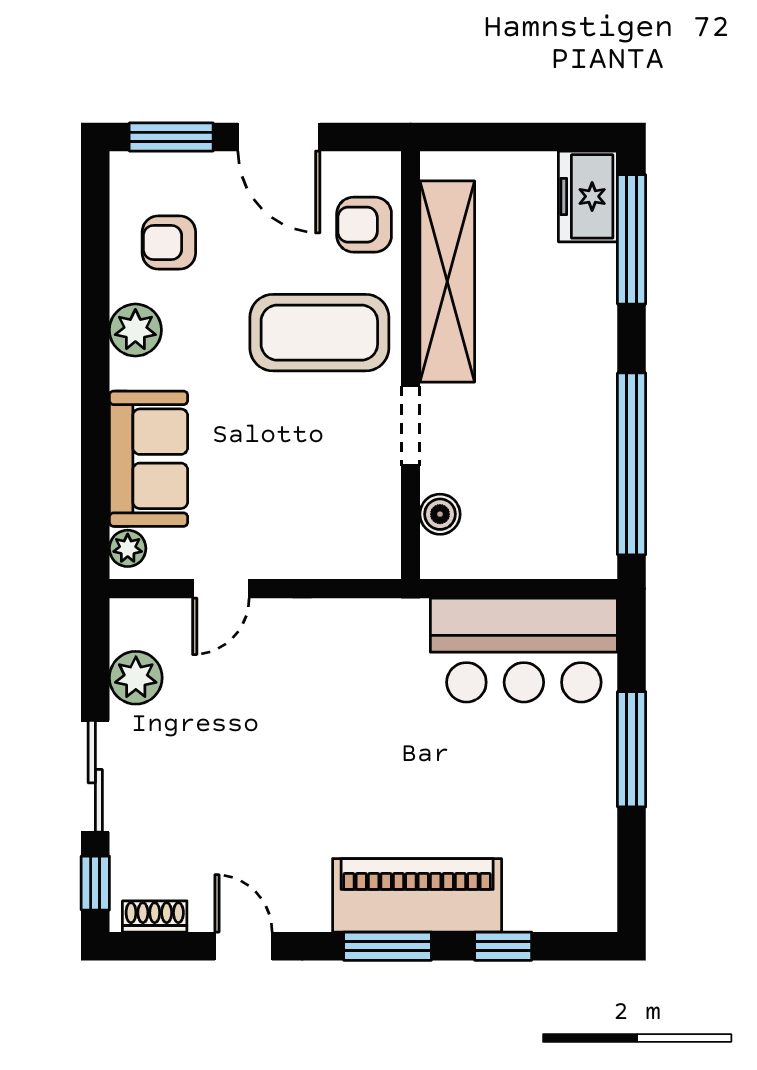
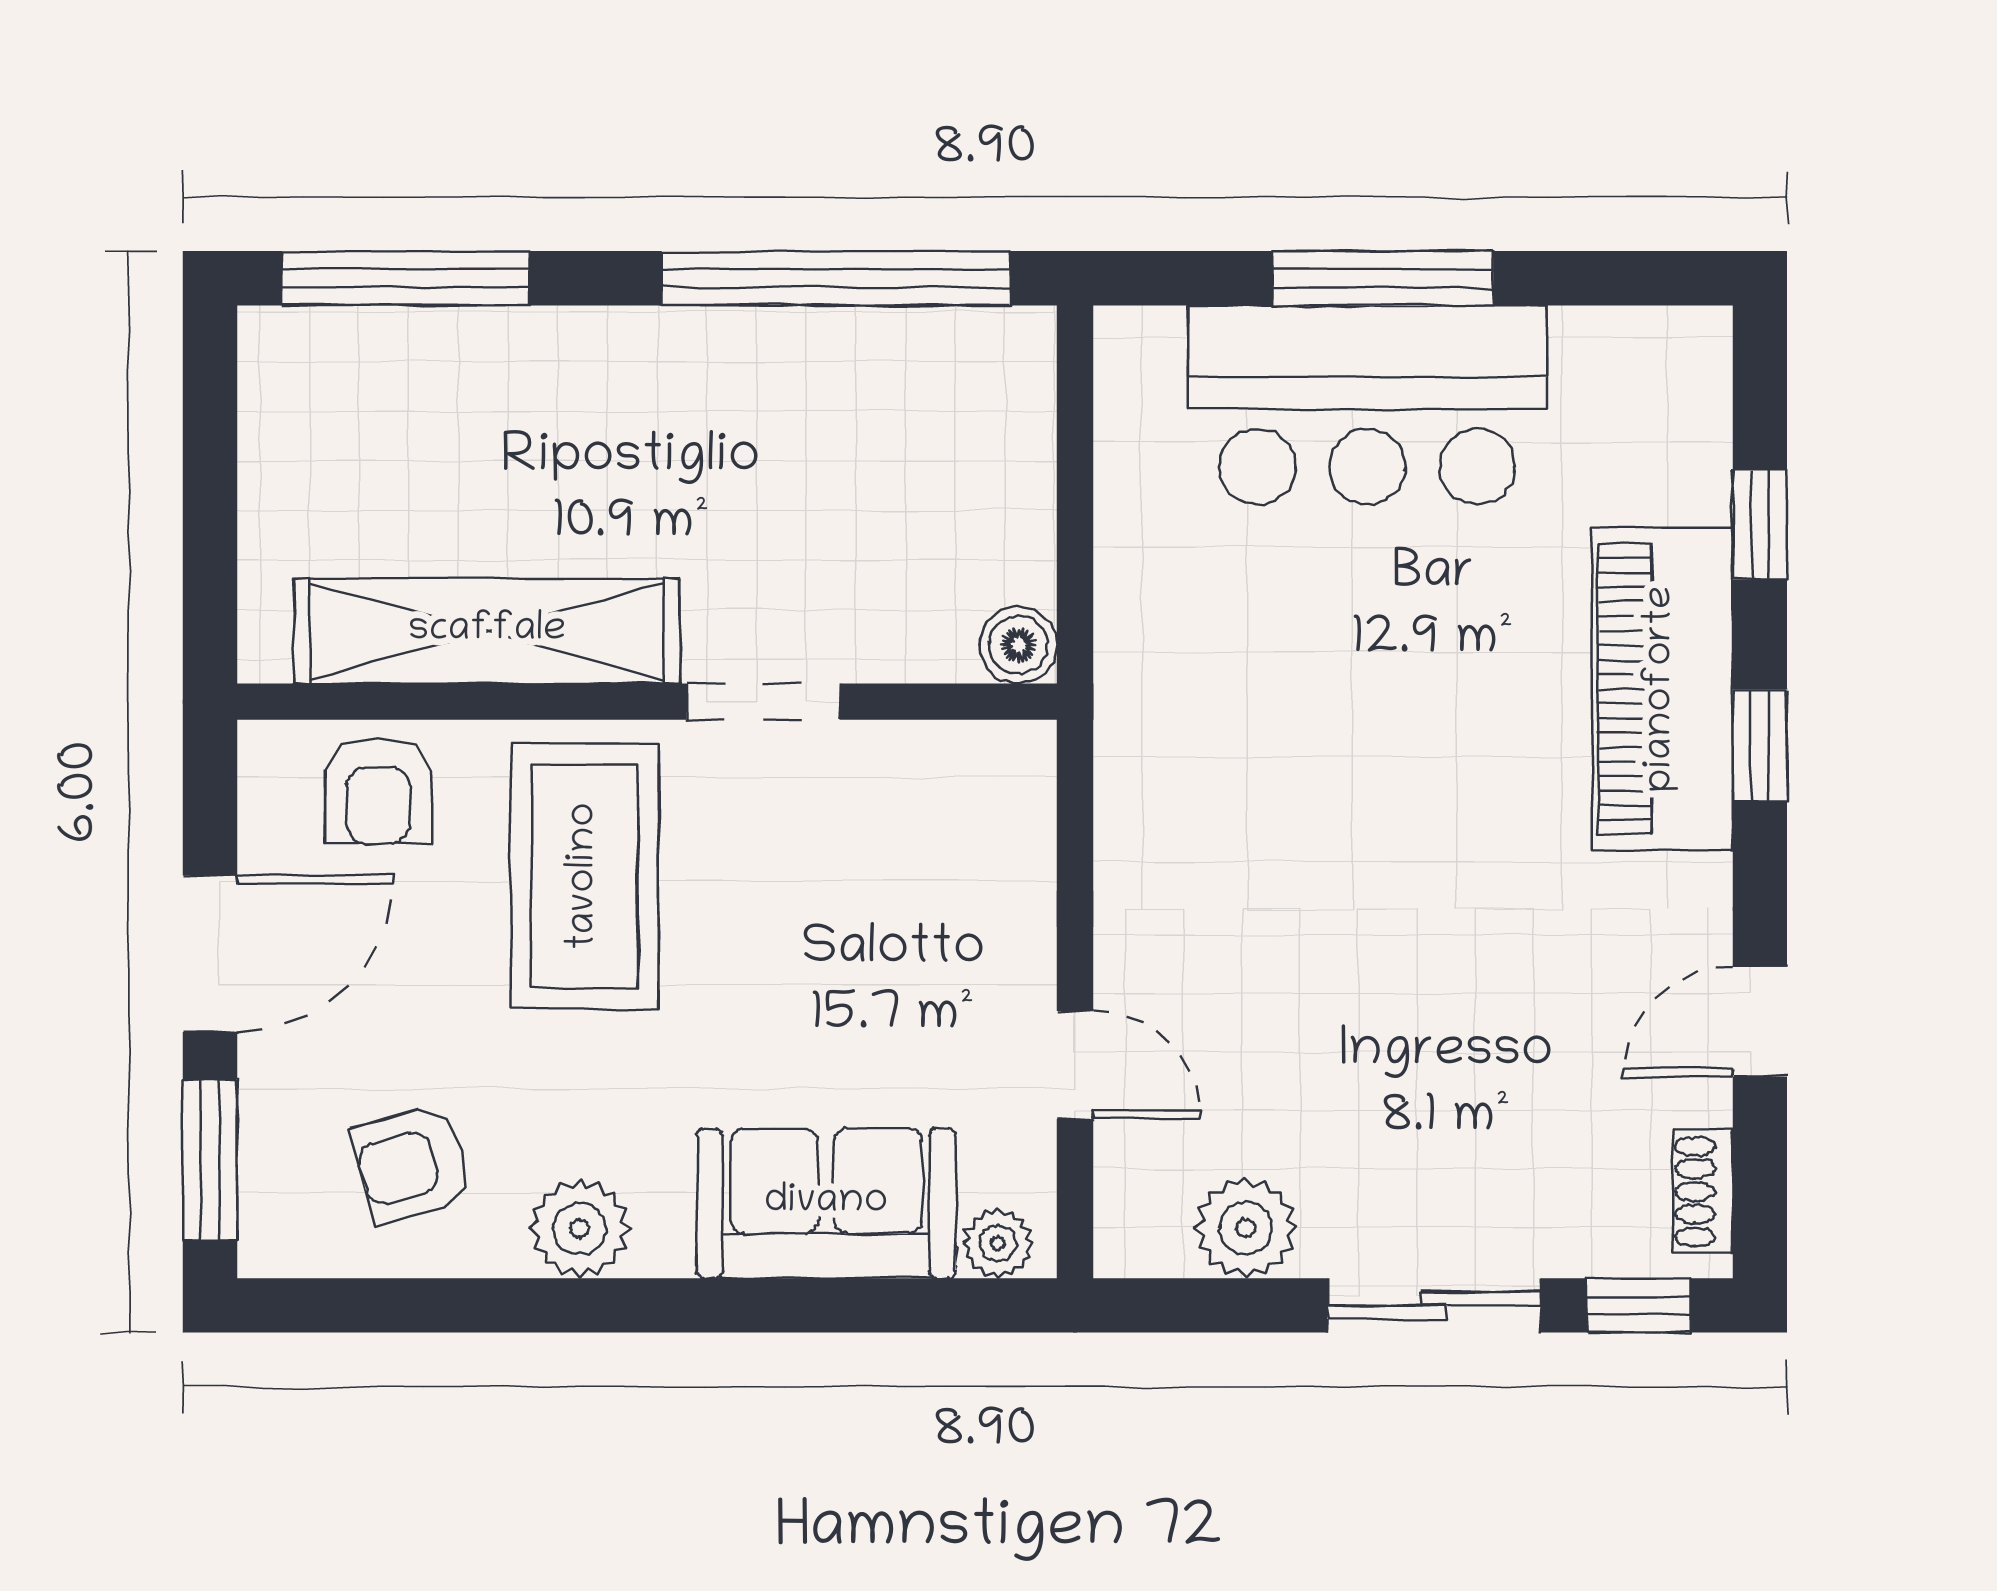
freezer: (588, 196) -> (324, 362), removed
armchair: (169, 243) -> (412, 1164), turned 75
boiler: (440, 514) -> (1018, 645), moved
bar counter: (524, 650) -> (1367, 405), moved, turned 90
window: (388, 946) -> (1760, 746), width x0.67

